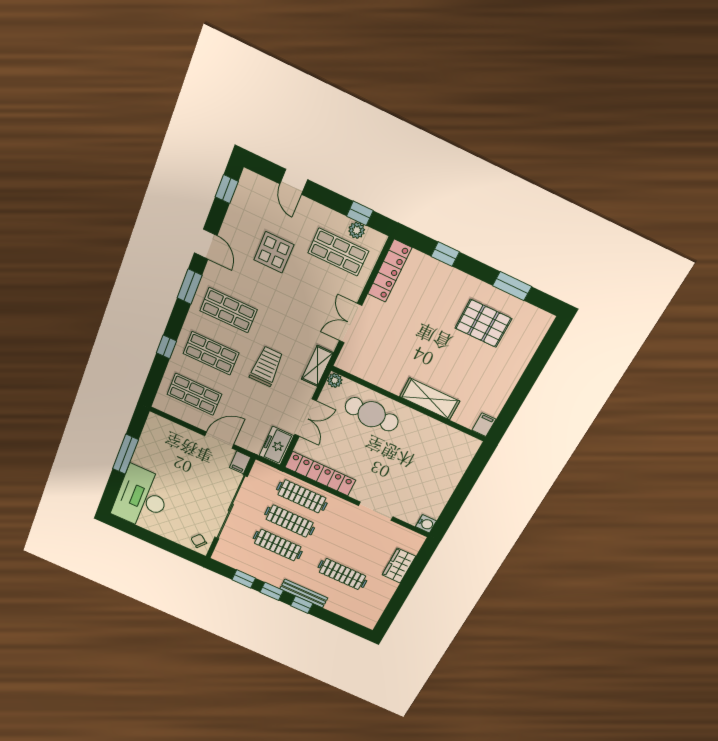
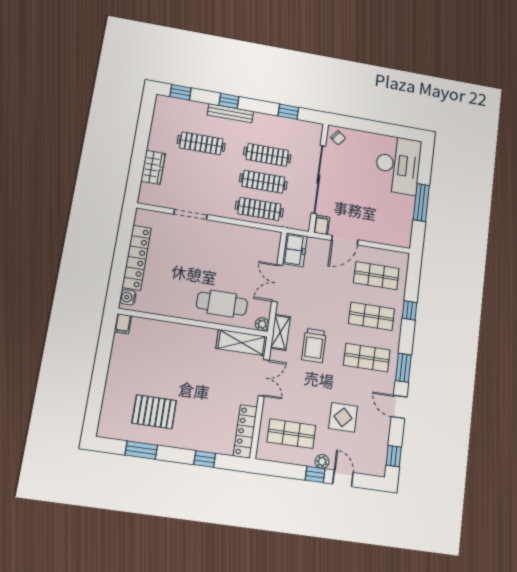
window: (360, 213) -> (315, 474), moved
plant: (357, 230) -> (322, 461), moved
trolley: (266, 366) -> (314, 345), moved
shelving: (430, 399) -> (242, 343), moved
locker: (320, 474) -> (137, 258), moved, turned -90
water cooler: (426, 524) -> (128, 297), moved
window: (272, 591) -> (181, 92), moved

